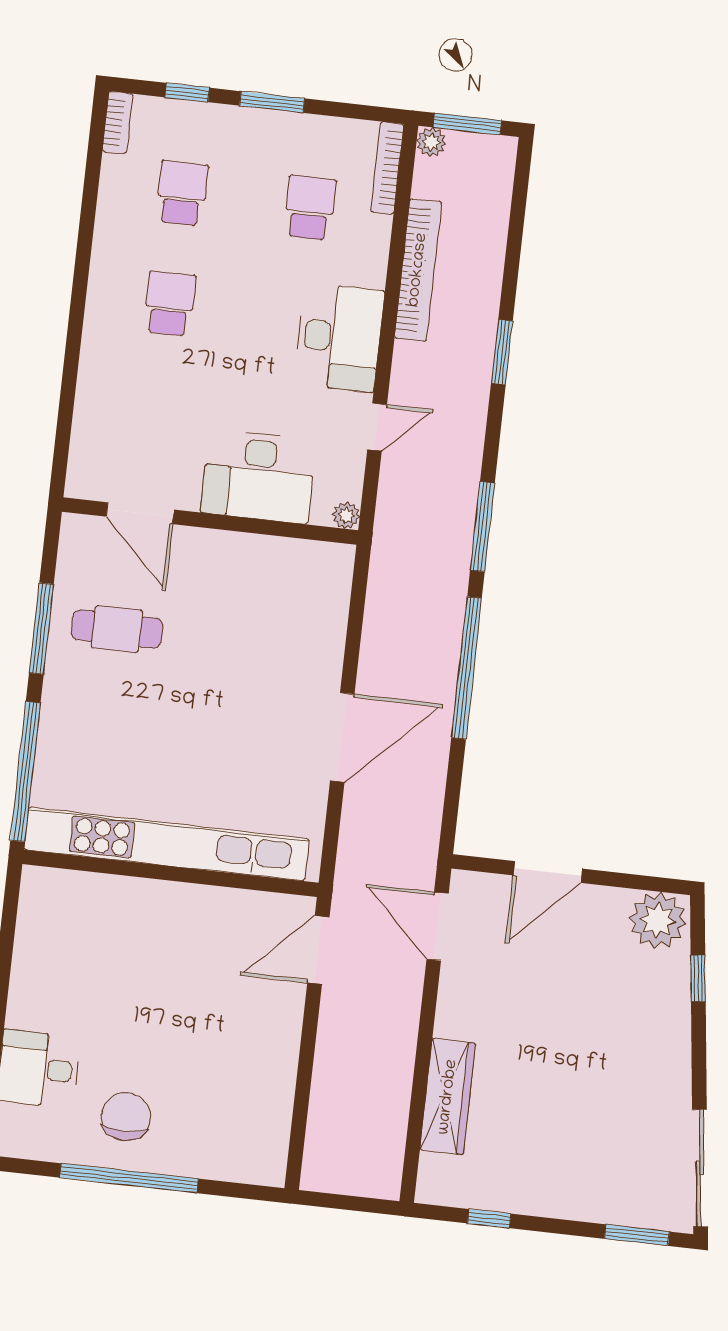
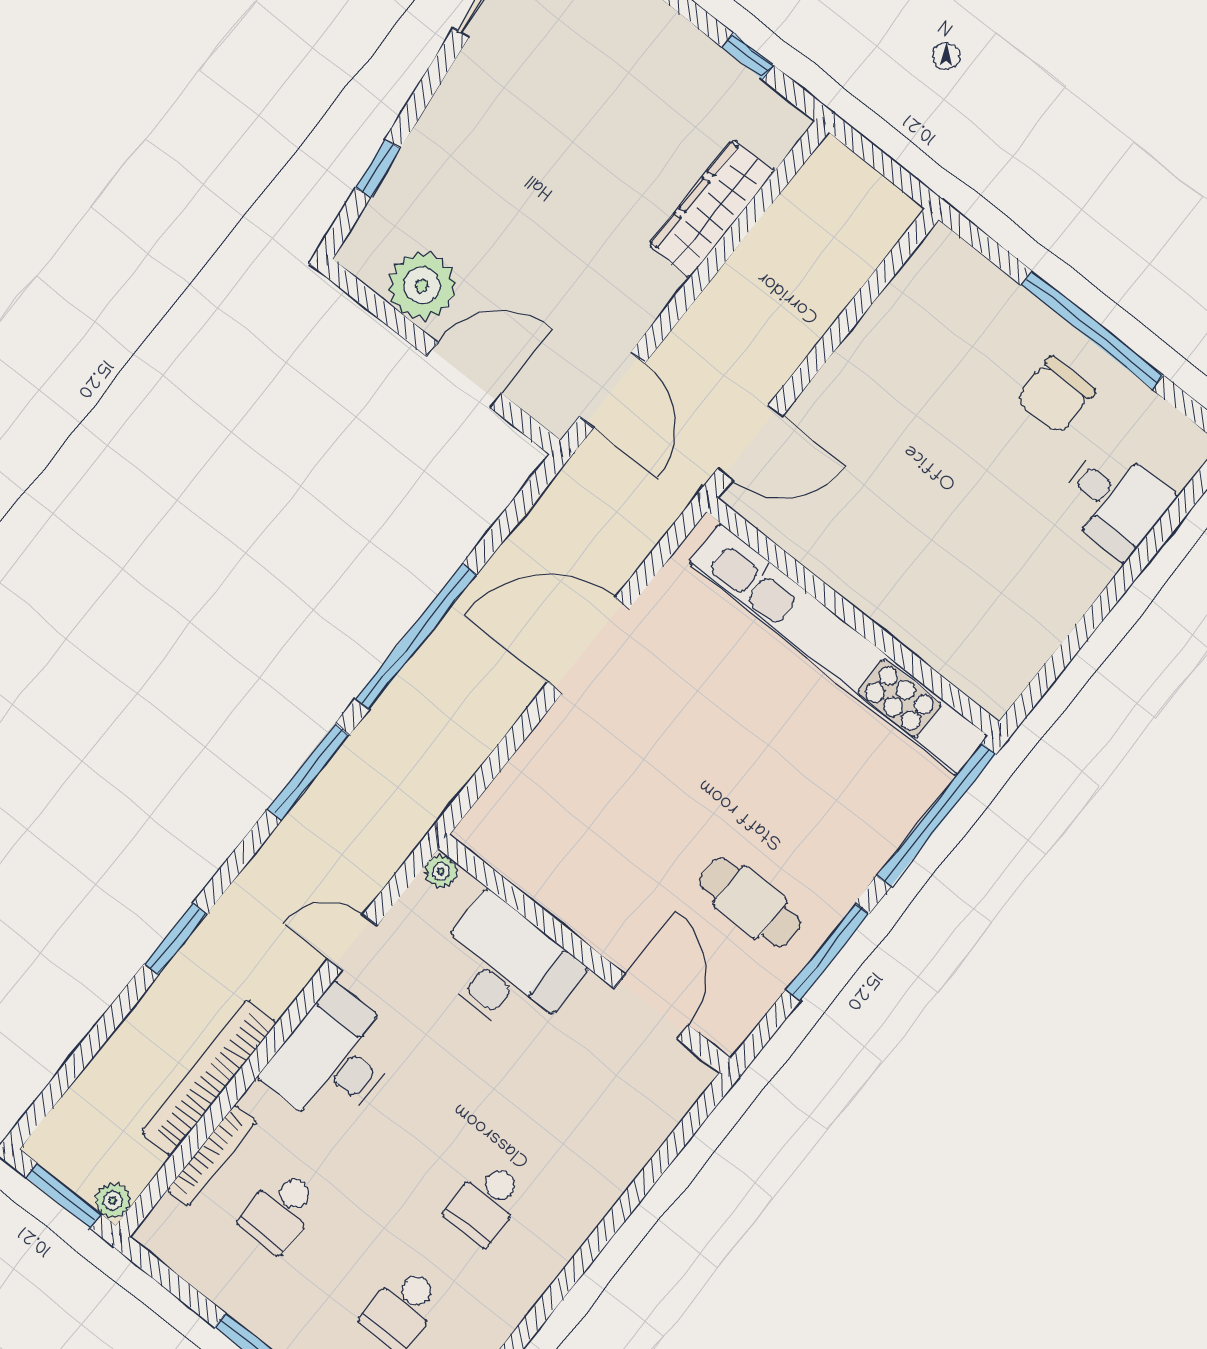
bookcase: (387, 168) -> (212, 1156), moved
plant: (658, 920) -> (422, 286), moved

